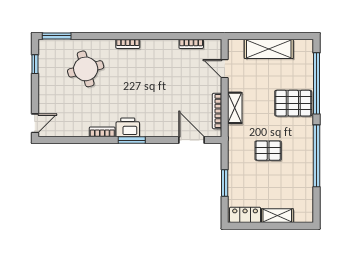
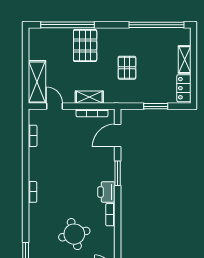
shelving: (269, 49) -> (37, 82), moved
round table: (86, 69) -> (74, 234), moved
door: (225, 69) -> (54, 106), swing flipped
window: (132, 140) -> (118, 173), moved
window: (316, 156) -> (156, 25), moved

